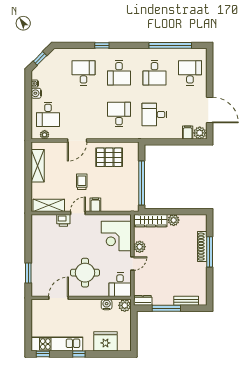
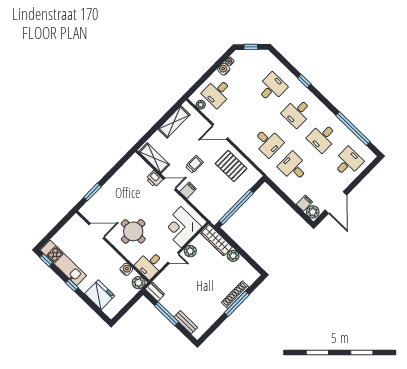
desk: (119, 114) -> (268, 142), turned 90

